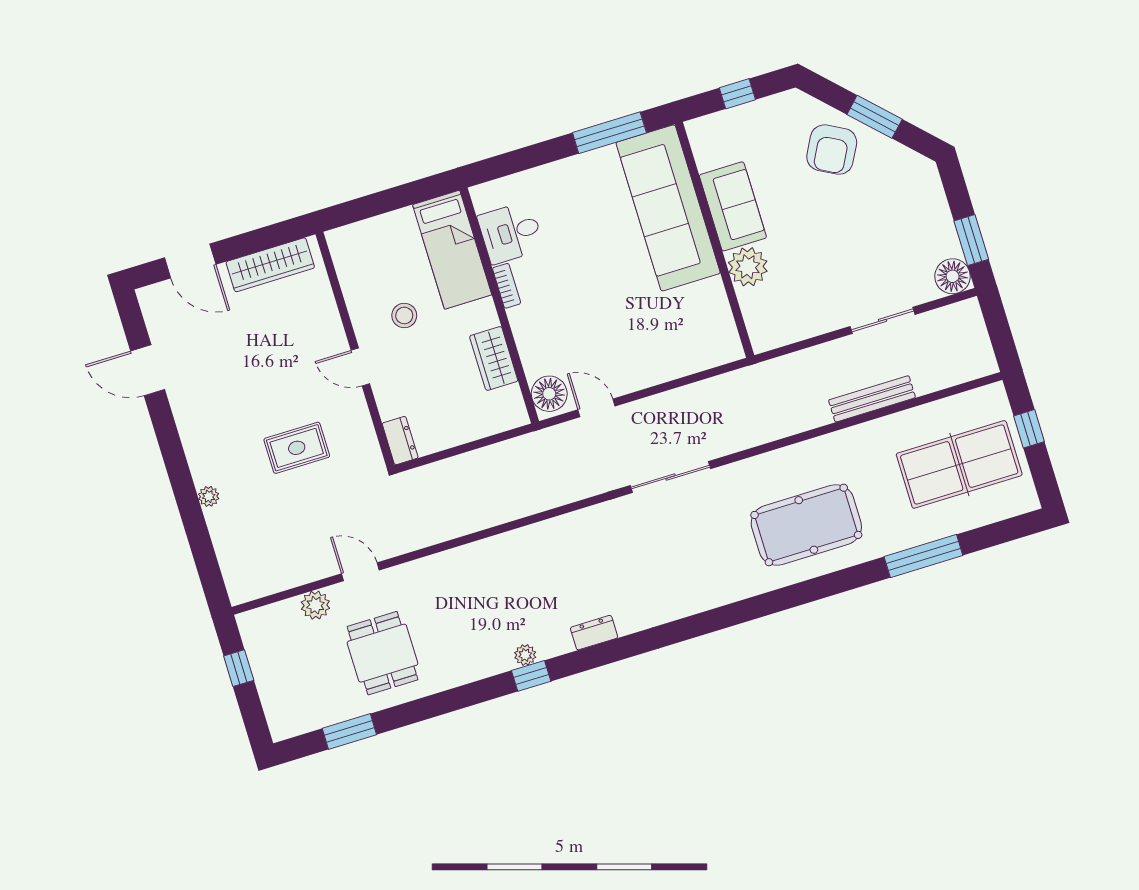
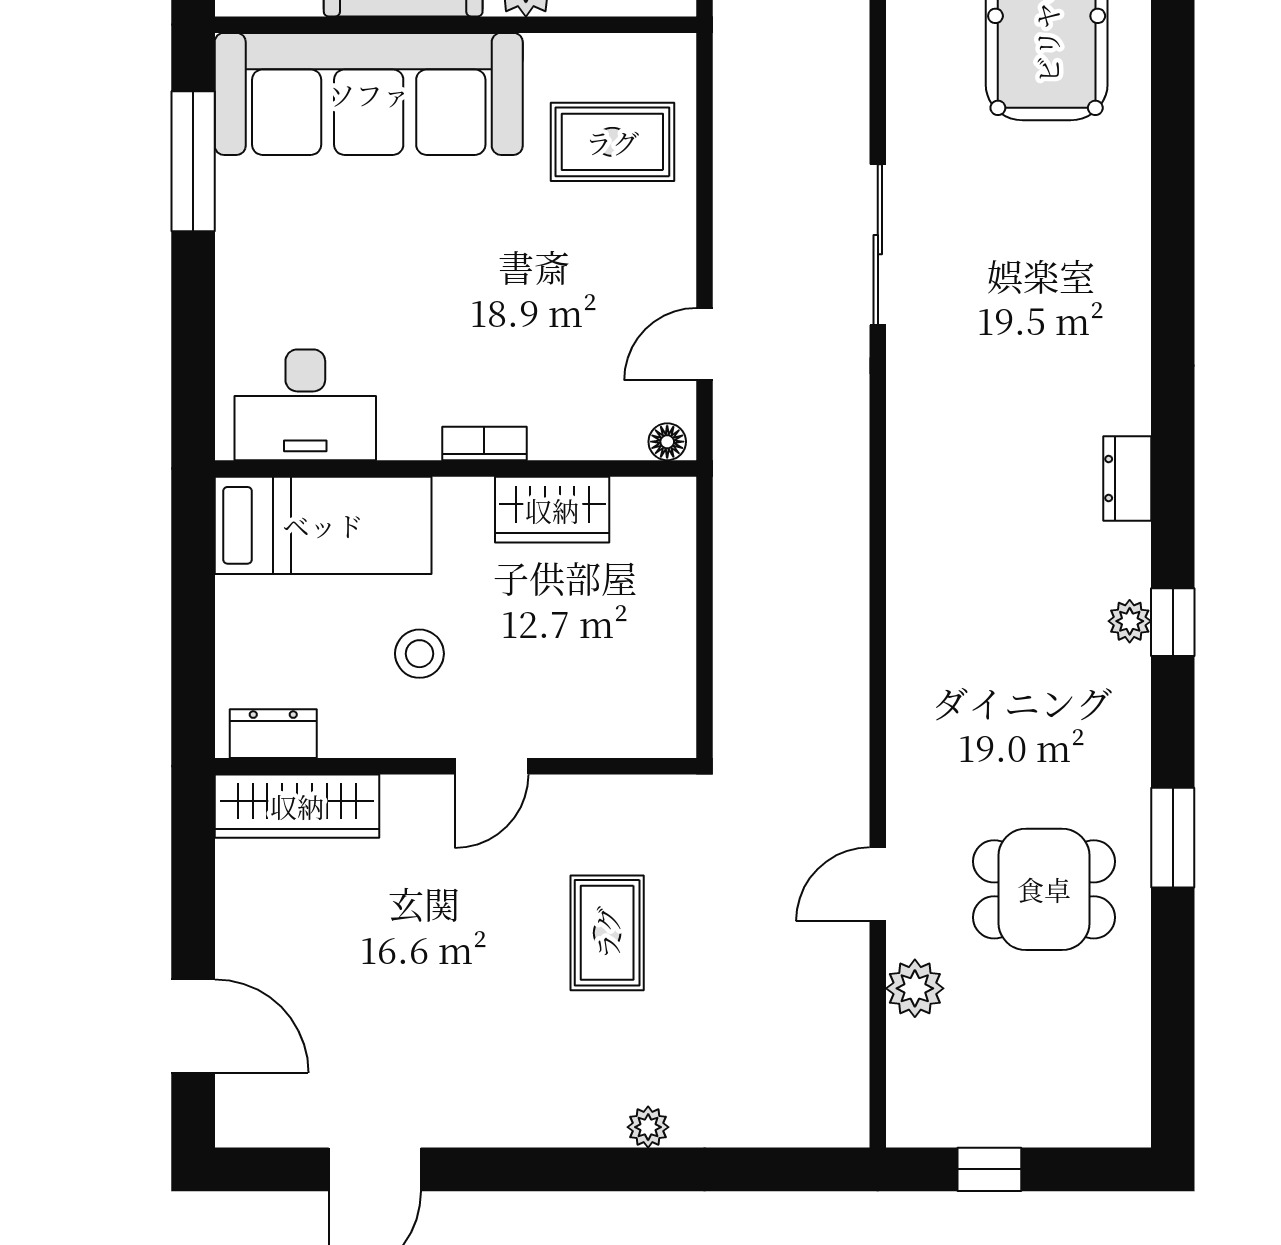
desk: (511, 233) -> (305, 405), width x1.37
door: (190, 261) -> (193, 1026), hinge flipped
wardrobe: (270, 265) -> (297, 806), moved, turned 90
bookcase: (507, 286) -> (484, 443), moved
rug: (681, 333) -> (612, 142), added
floor lamp: (549, 394) -> (667, 442), width x0.53, depth x0.53
dresser: (400, 441) -> (273, 734), moved
window: (349, 732) -> (1173, 838), moved

